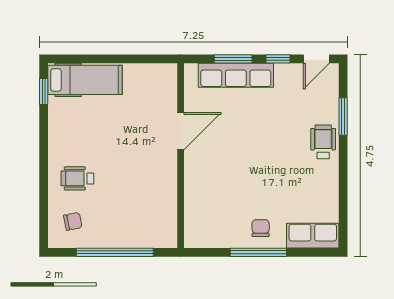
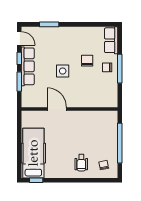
row of seats: (236, 75) -> (28, 66), moved
hospital bed: (85, 80) -> (33, 153), width x1.37, depth x1.29
wheelchair: (323, 142) -> (62, 35), removed
side table: (254, 143) -> (63, 71), added
chair: (274, 190) -> (87, 61), added

